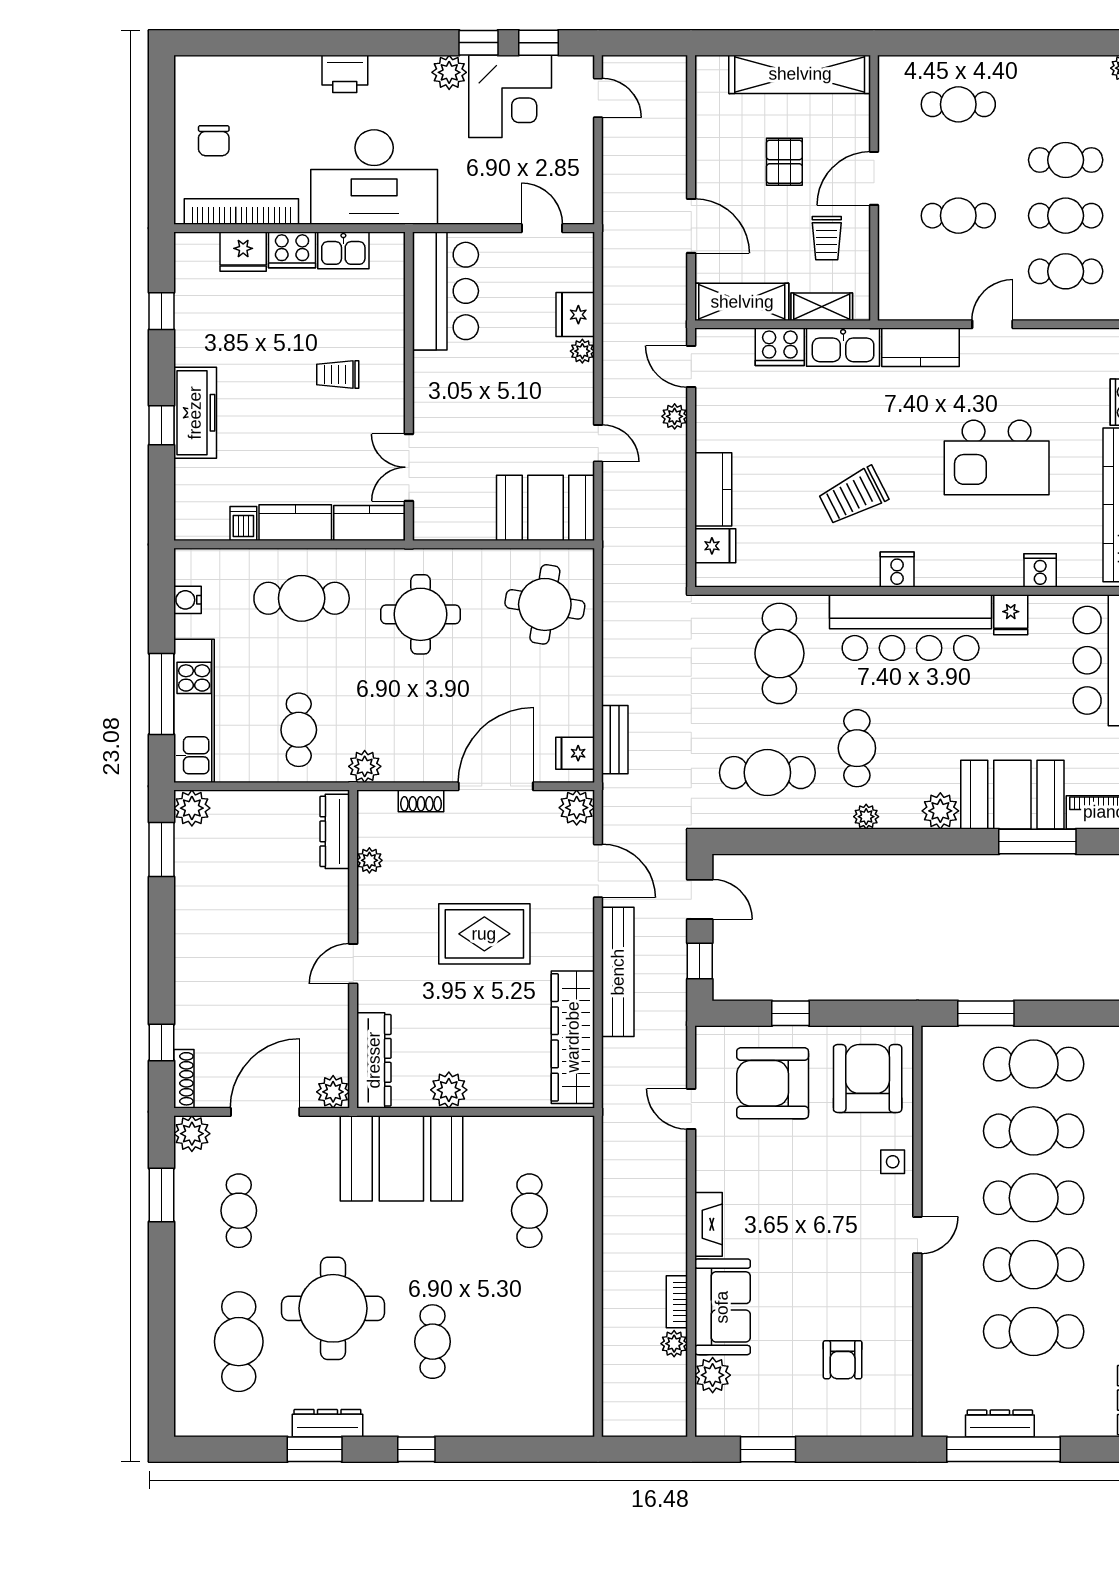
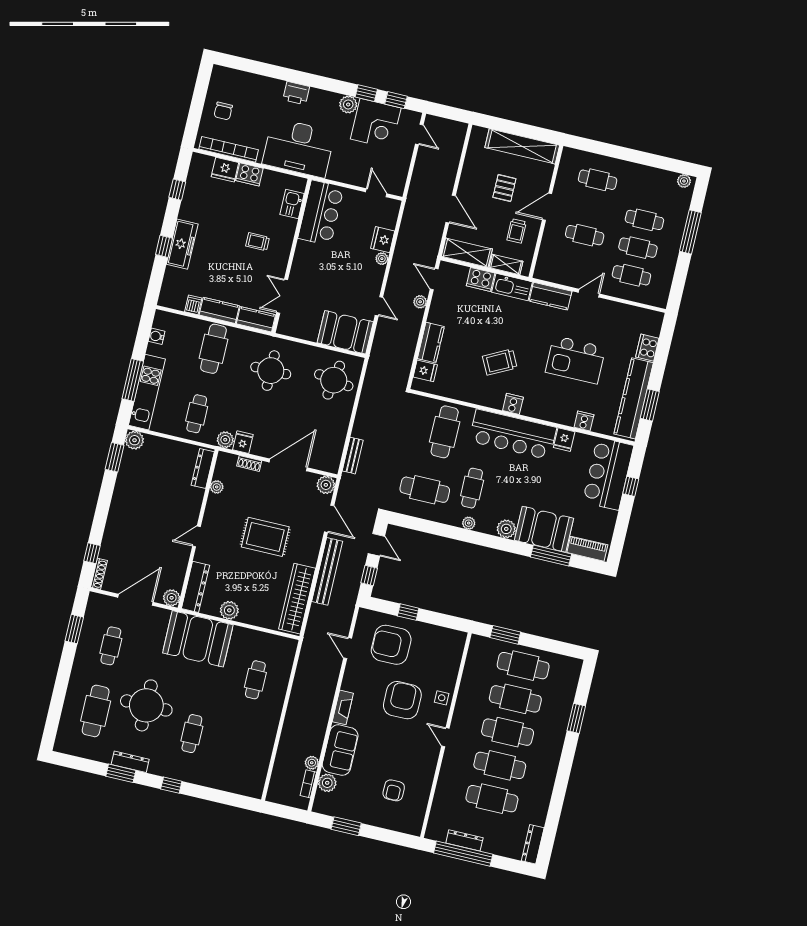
kitchen sink: (343, 250) -> (292, 204), moved, turned 90
cafe table: (302, 598) -> (213, 349), turned 90
fridge: (575, 753) -> (243, 442), moved, turned 90
armchair: (868, 1079) -> (402, 700), moved
plant: (192, 1134) -> (97, 602), removed
door: (917, 1235) -> (445, 737), swing flipped
bookcase: (677, 1302) -> (308, 784), moved

